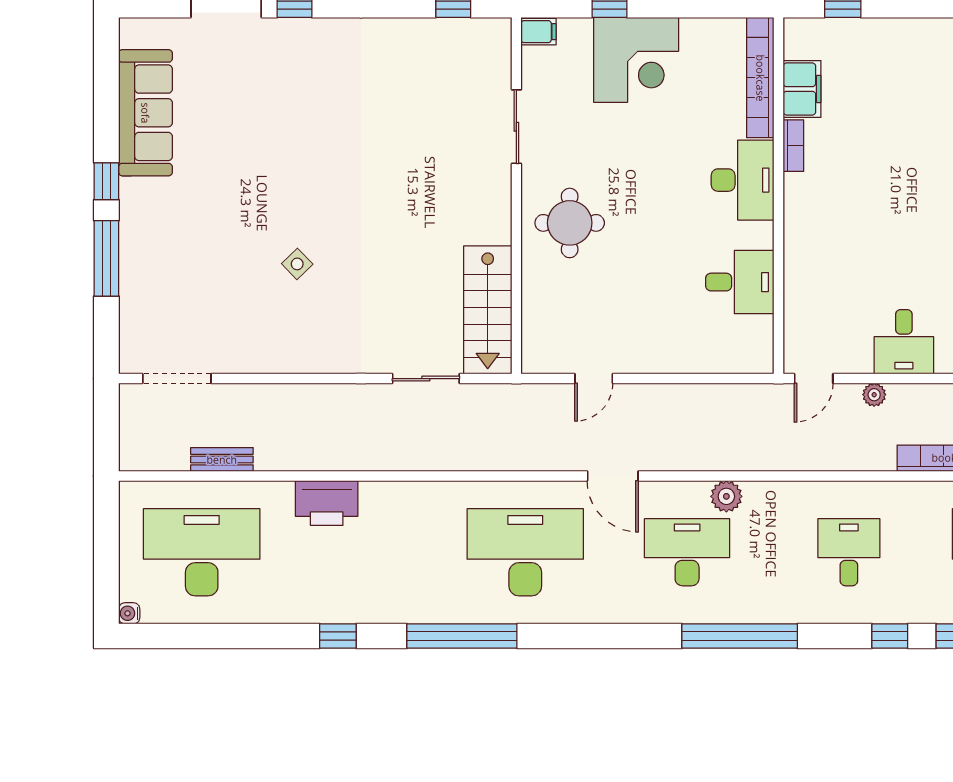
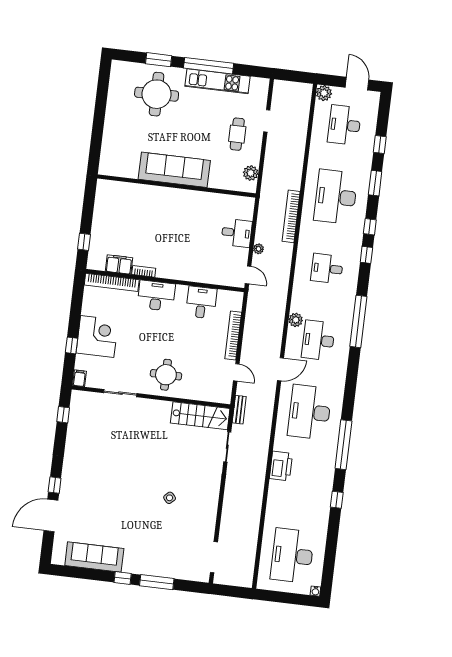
bookcase: (675, 362) -> (233, 335), added
bench: (222, 460) -> (239, 410), moved
printer: (327, 503) -> (281, 466), moved

